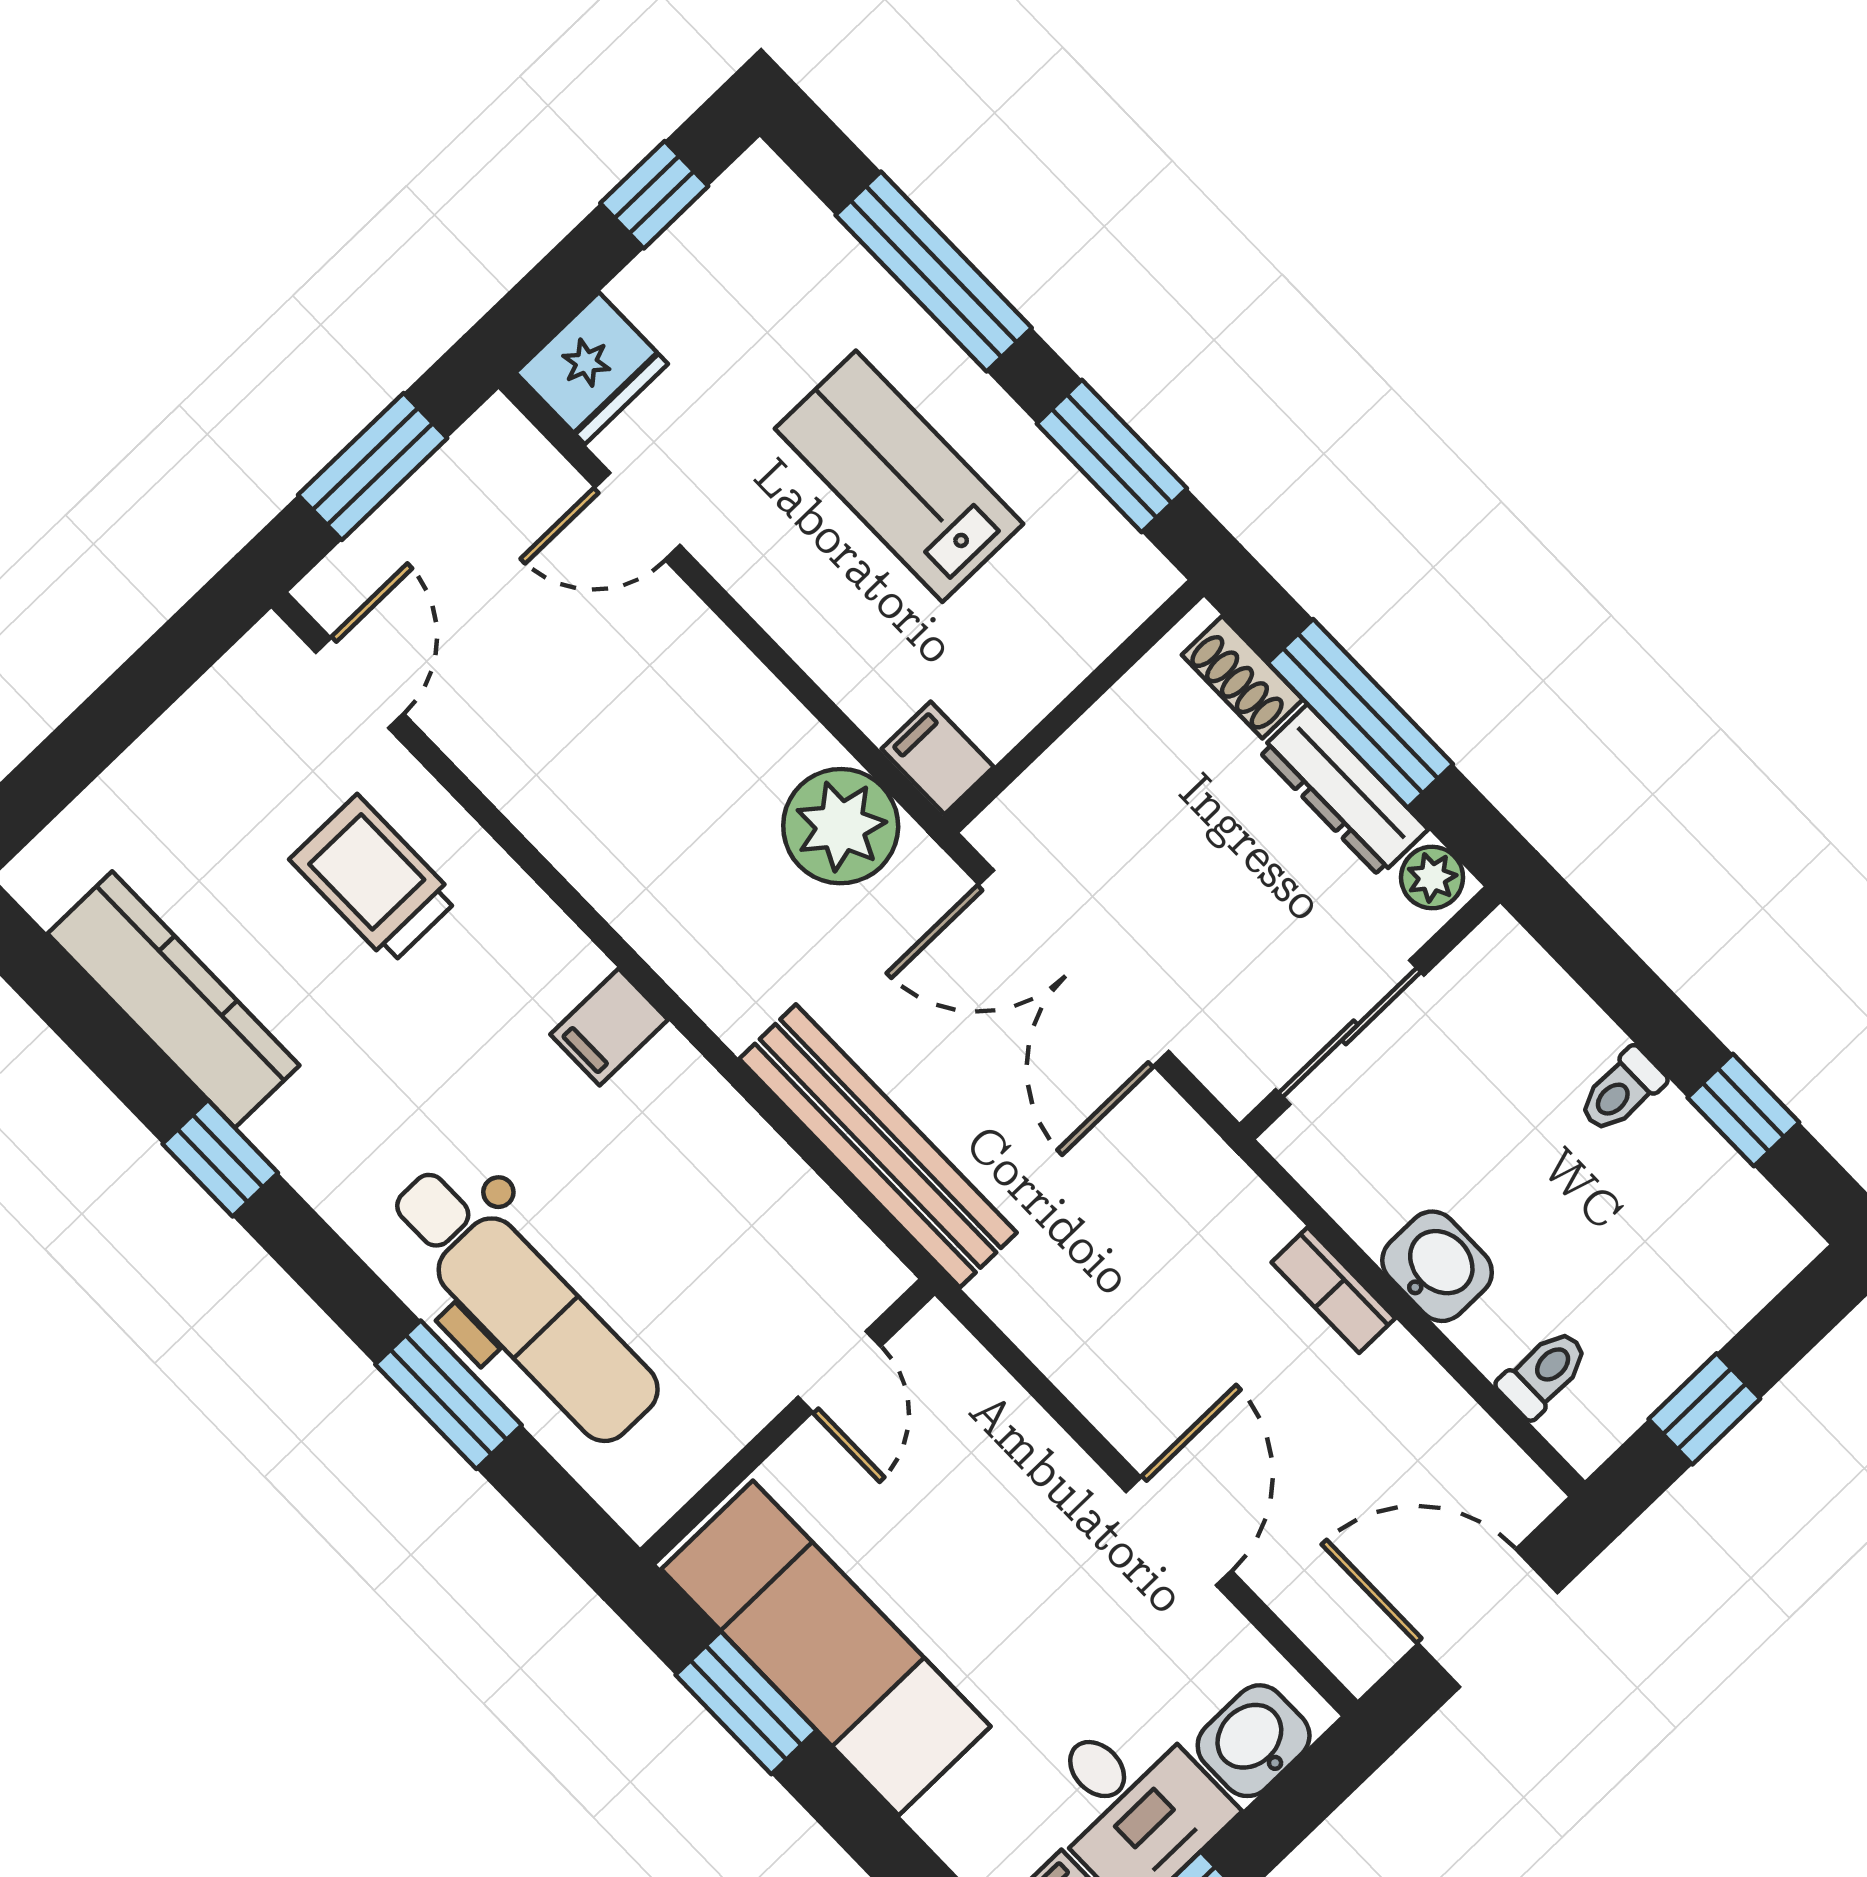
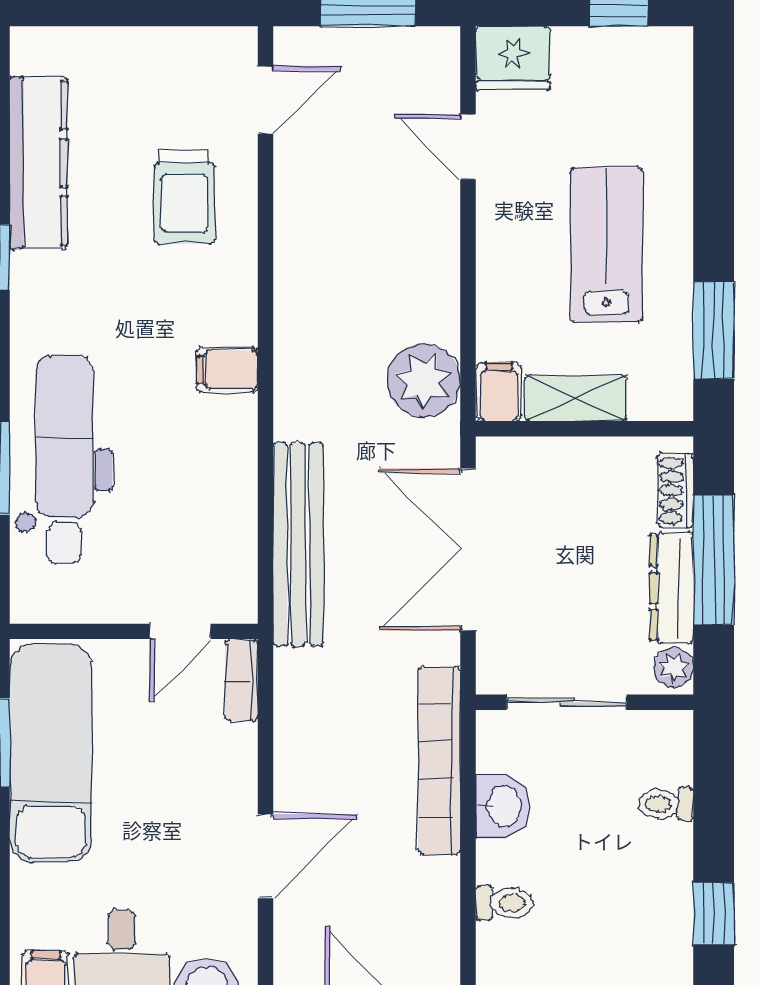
window: (934, 272) -> (714, 166), removed
shelving: (1031, 682) -> (576, 398), added
trolley: (374, 879) -> (185, 197), turned 180
toilet: (1621, 1091) -> (666, 804), moved
washbasin: (1437, 1266) -> (503, 807), moved
bookcase: (1333, 1290) -> (439, 761), width x2.31, depth x1.31
dental chair: (523, 1304) -> (64, 459), turned 180
bookcase: (961, 1360) -> (241, 680), added
toilet: (1544, 1373) -> (504, 903), moved

